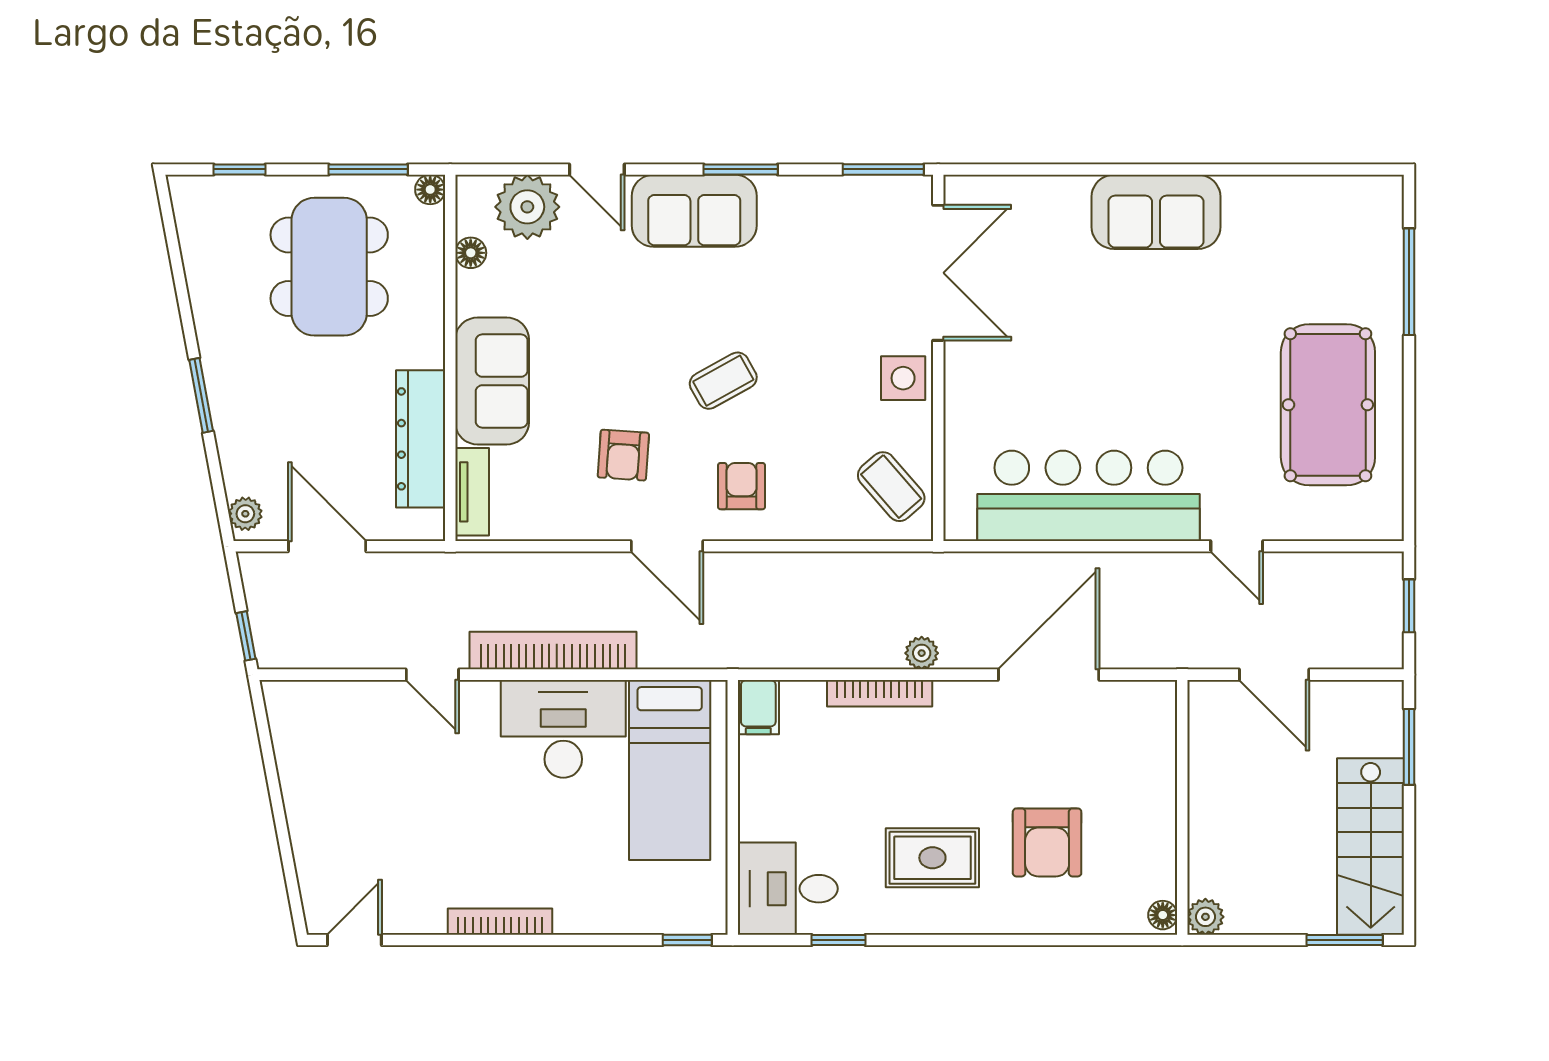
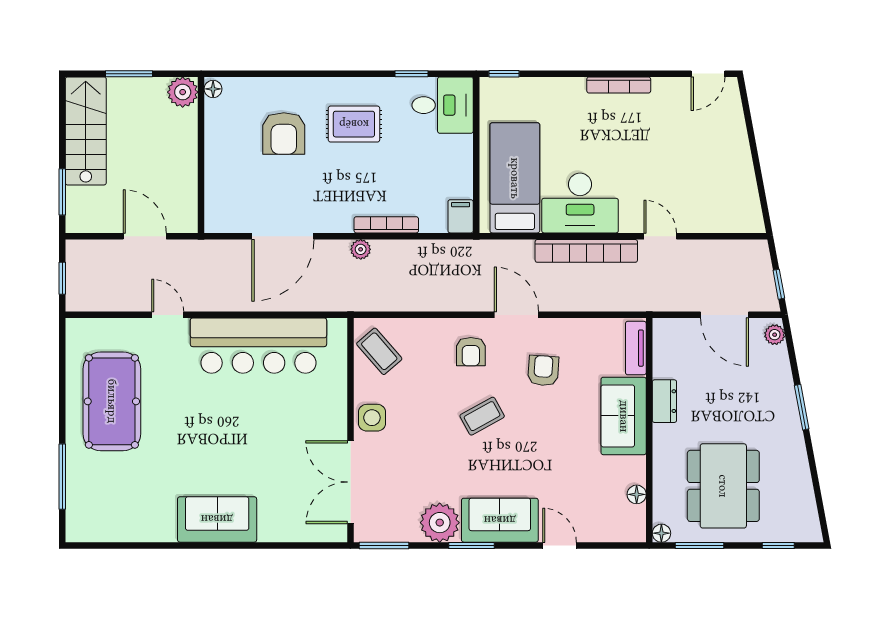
plant: (527, 207) -> (440, 523), moved
dresser: (421, 439) -> (664, 401), width x0.51, depth x0.80
window: (246, 636) -> (779, 284), moved
armchair: (1047, 842) -> (284, 133), turned 180
plant: (1205, 917) -> (183, 92), width x1.38, depth x1.38
window: (1345, 940) -> (129, 74), moved

